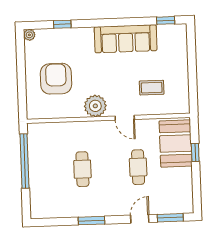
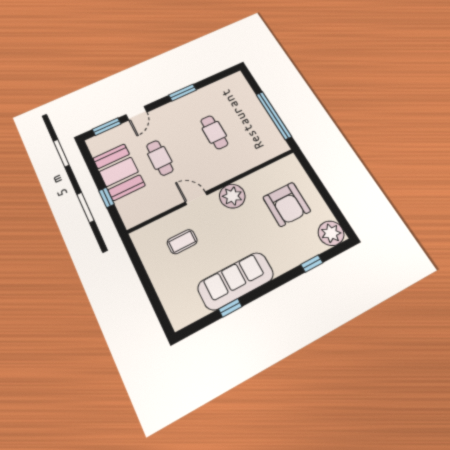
window: (166, 20) -> (230, 308), moved
plant: (29, 35) -> (331, 233), width x1.88, depth x1.88
booth: (176, 143) -> (119, 172), moved

